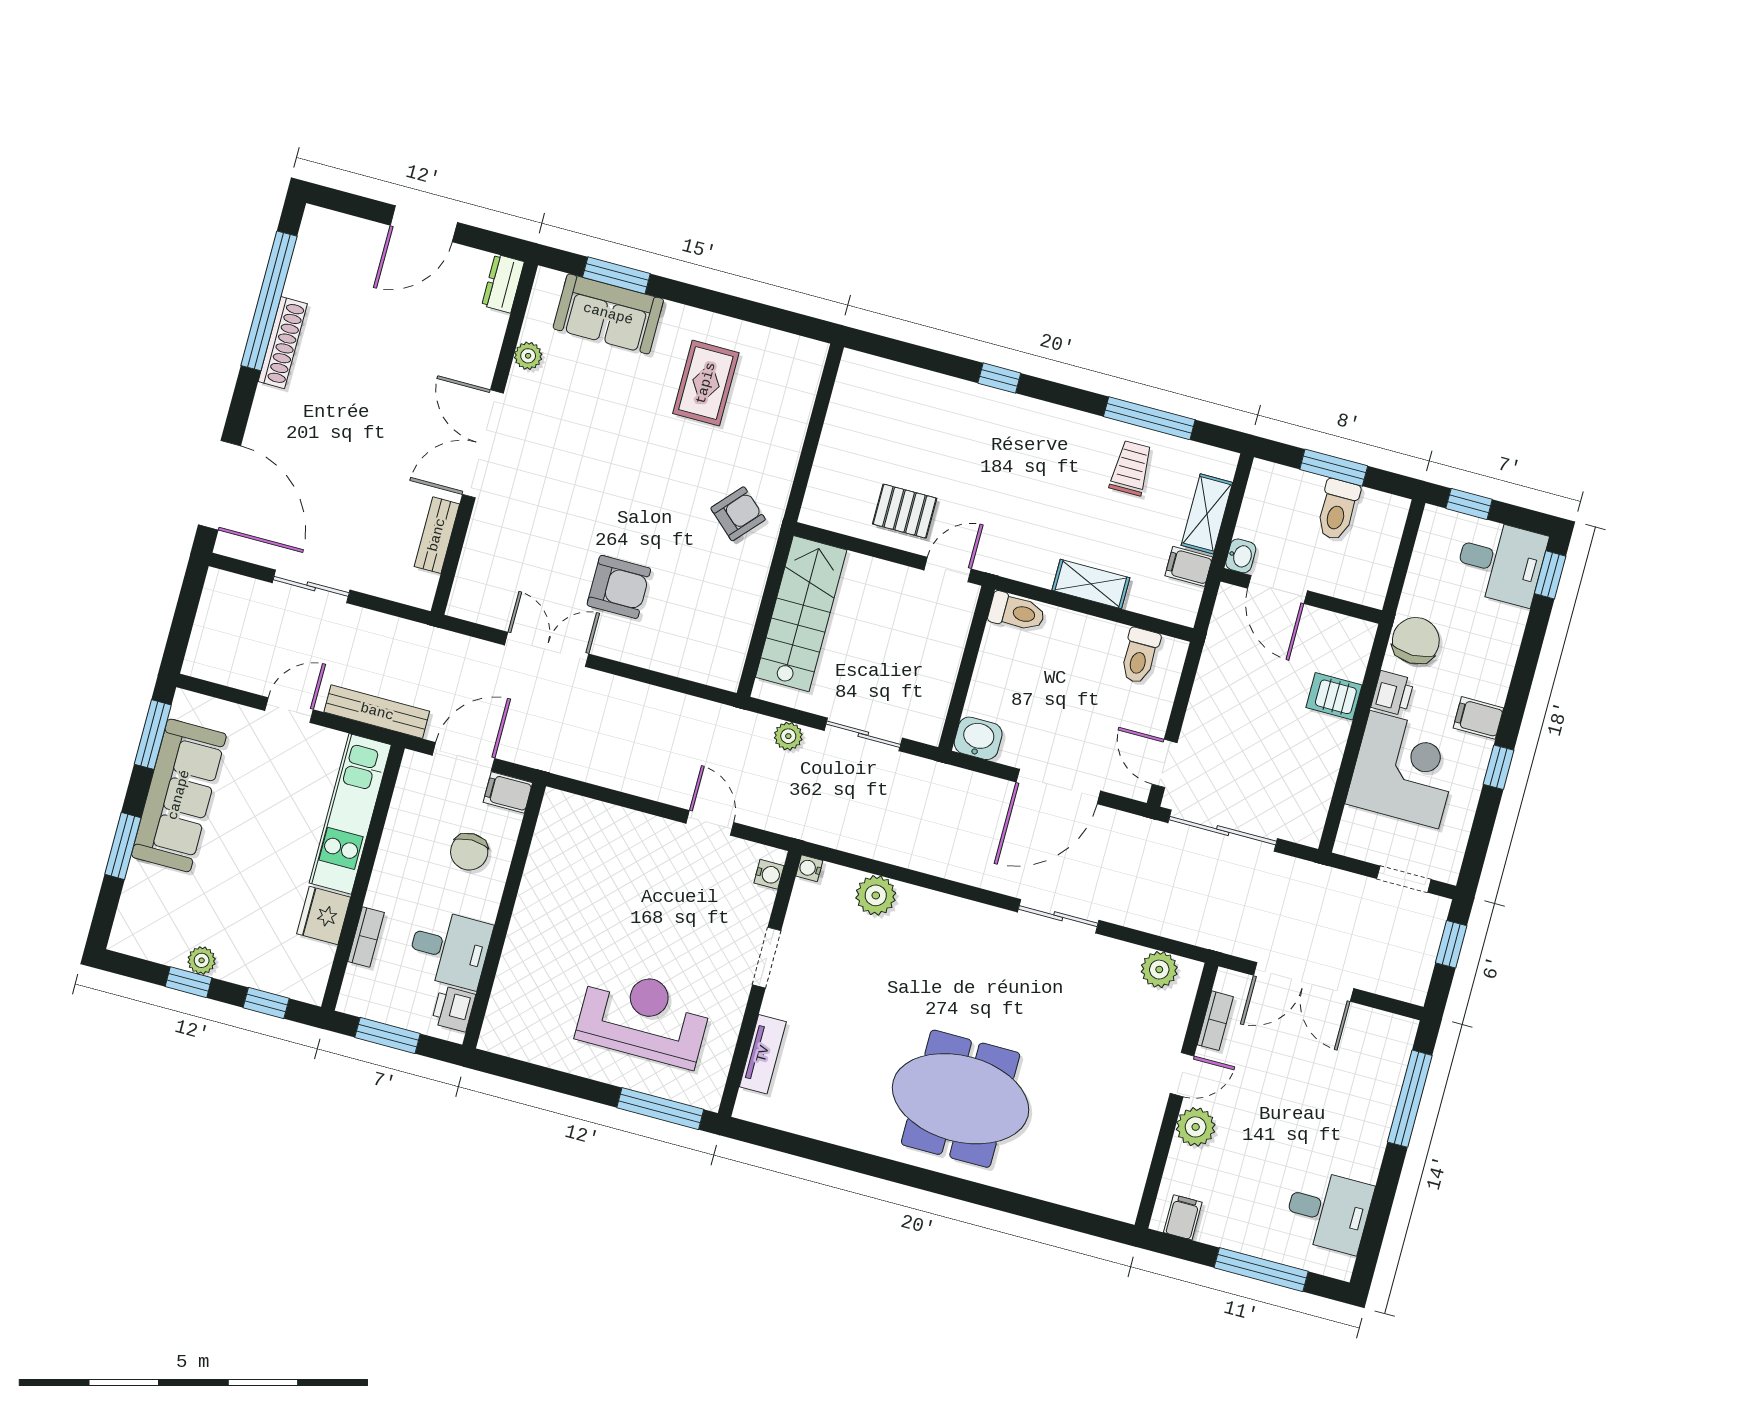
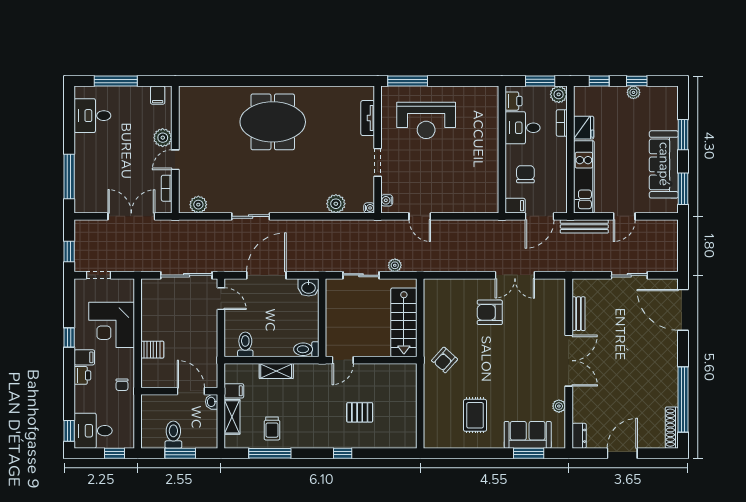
shoe rack: (283, 343) -> (672, 428), moved
pallet: (905, 511) -> (360, 412), moved
chair: (1416, 641) -> (122, 385), width x0.54, depth x0.54
printer: (1393, 693) -> (82, 375), moved, turned 180
plant: (357, 998) -> (559, 94), added

